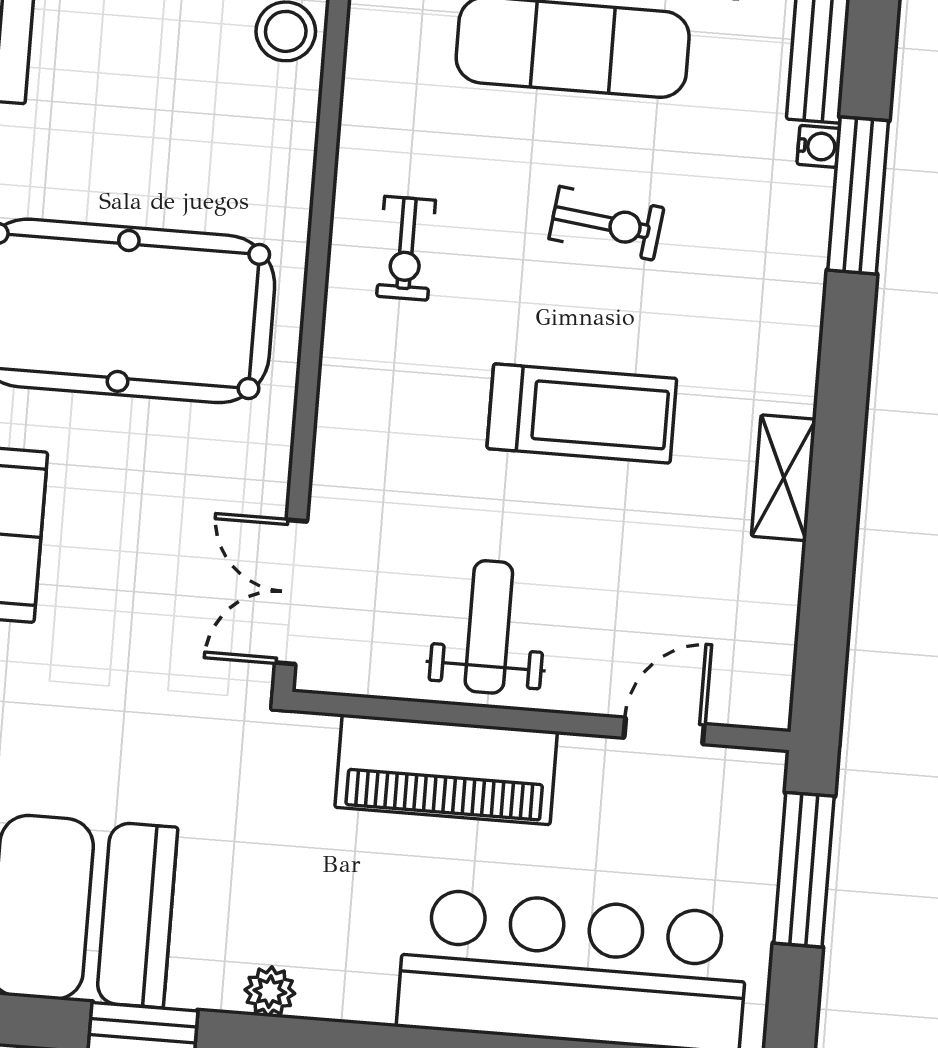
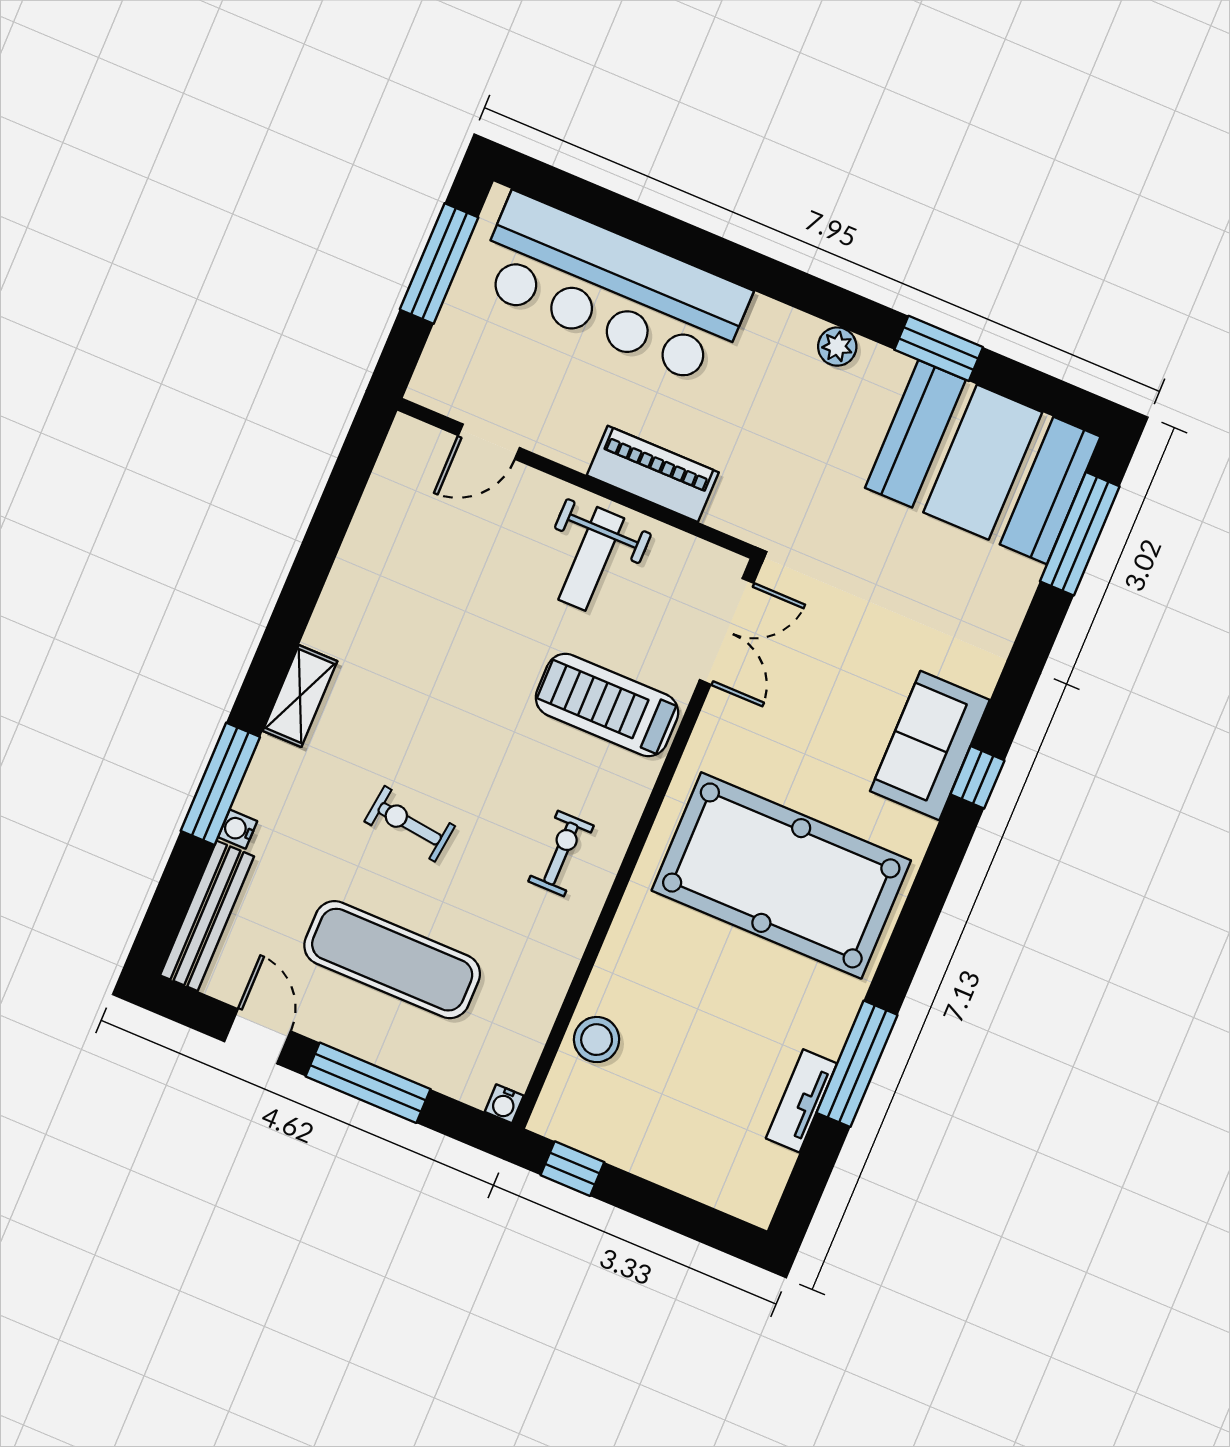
treadmill: (582, 413) -> (607, 705), moved
shelving: (784, 478) -> (300, 696), moved
piano: (446, 769) -> (653, 474), width x0.73, depth x0.75
window: (804, 870) -> (439, 263), moved

